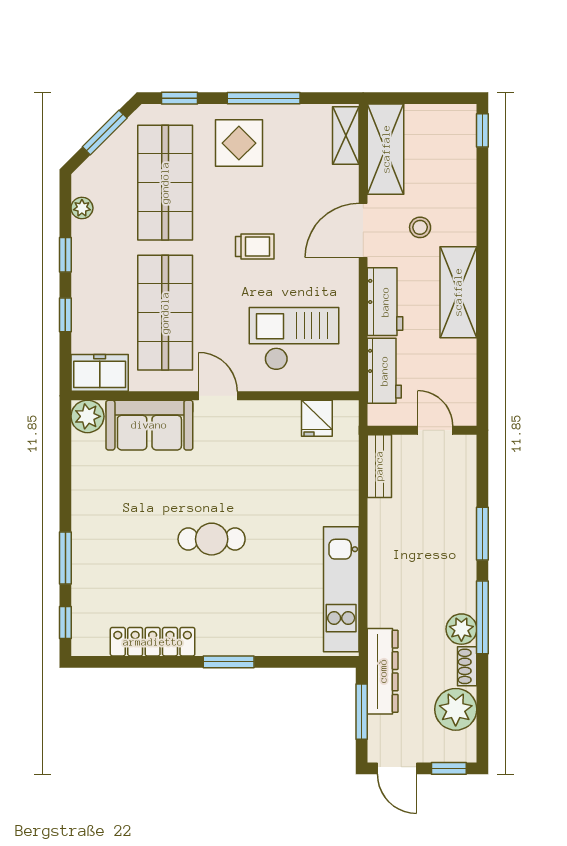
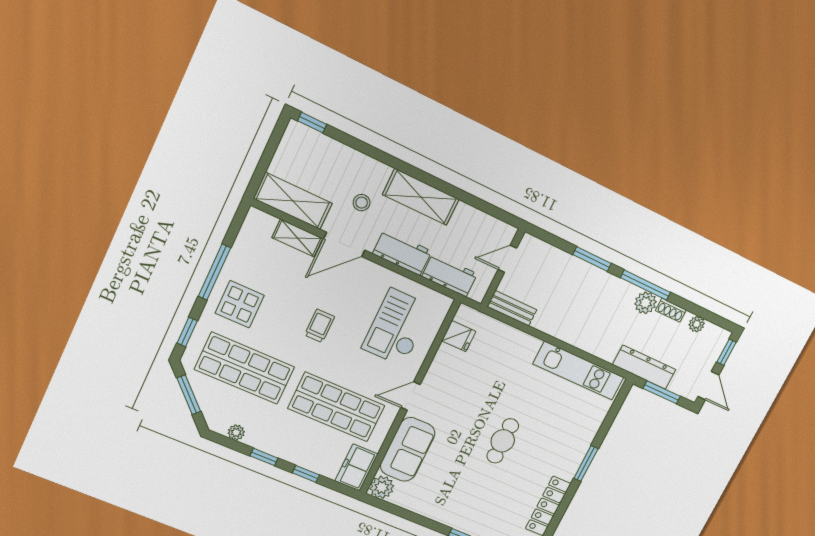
shelving: (346, 135) -> (297, 238), moved
door: (363, 230) -> (344, 245), hinge flipped
plant: (456, 709) -> (697, 324), width x0.53, depth x0.53
door: (397, 768) -> (708, 386), hinge flipped

